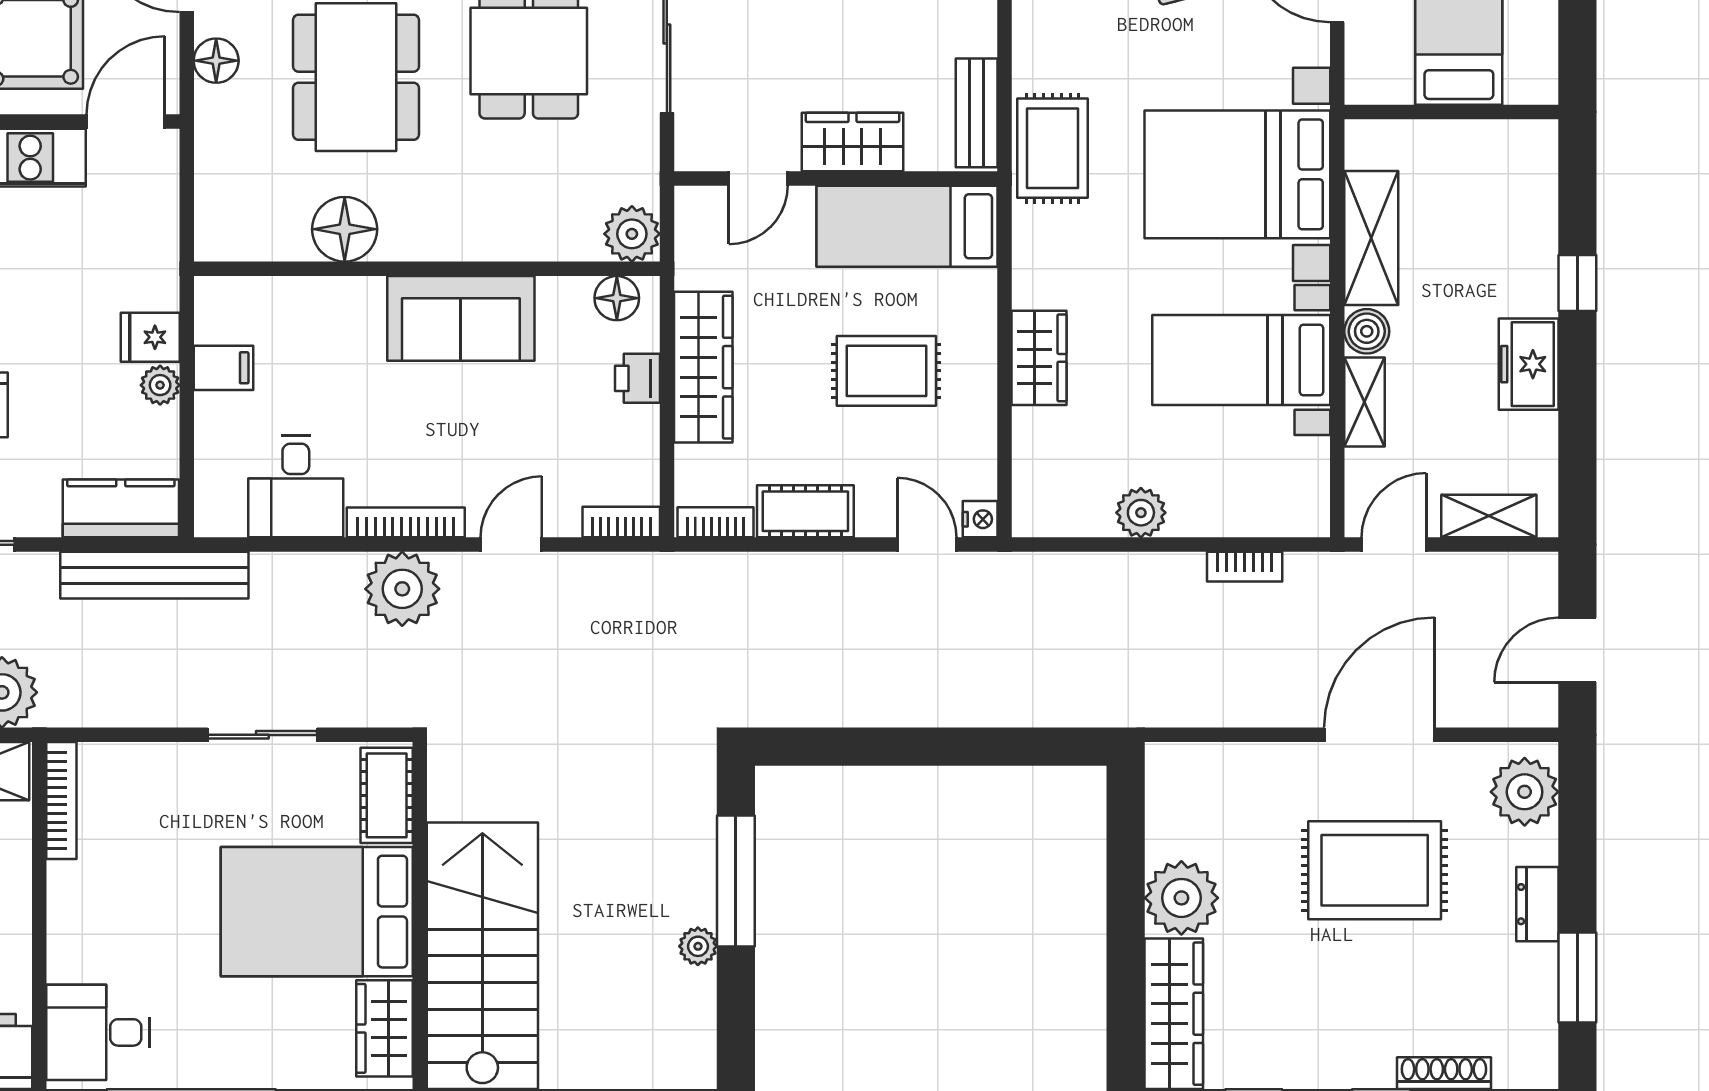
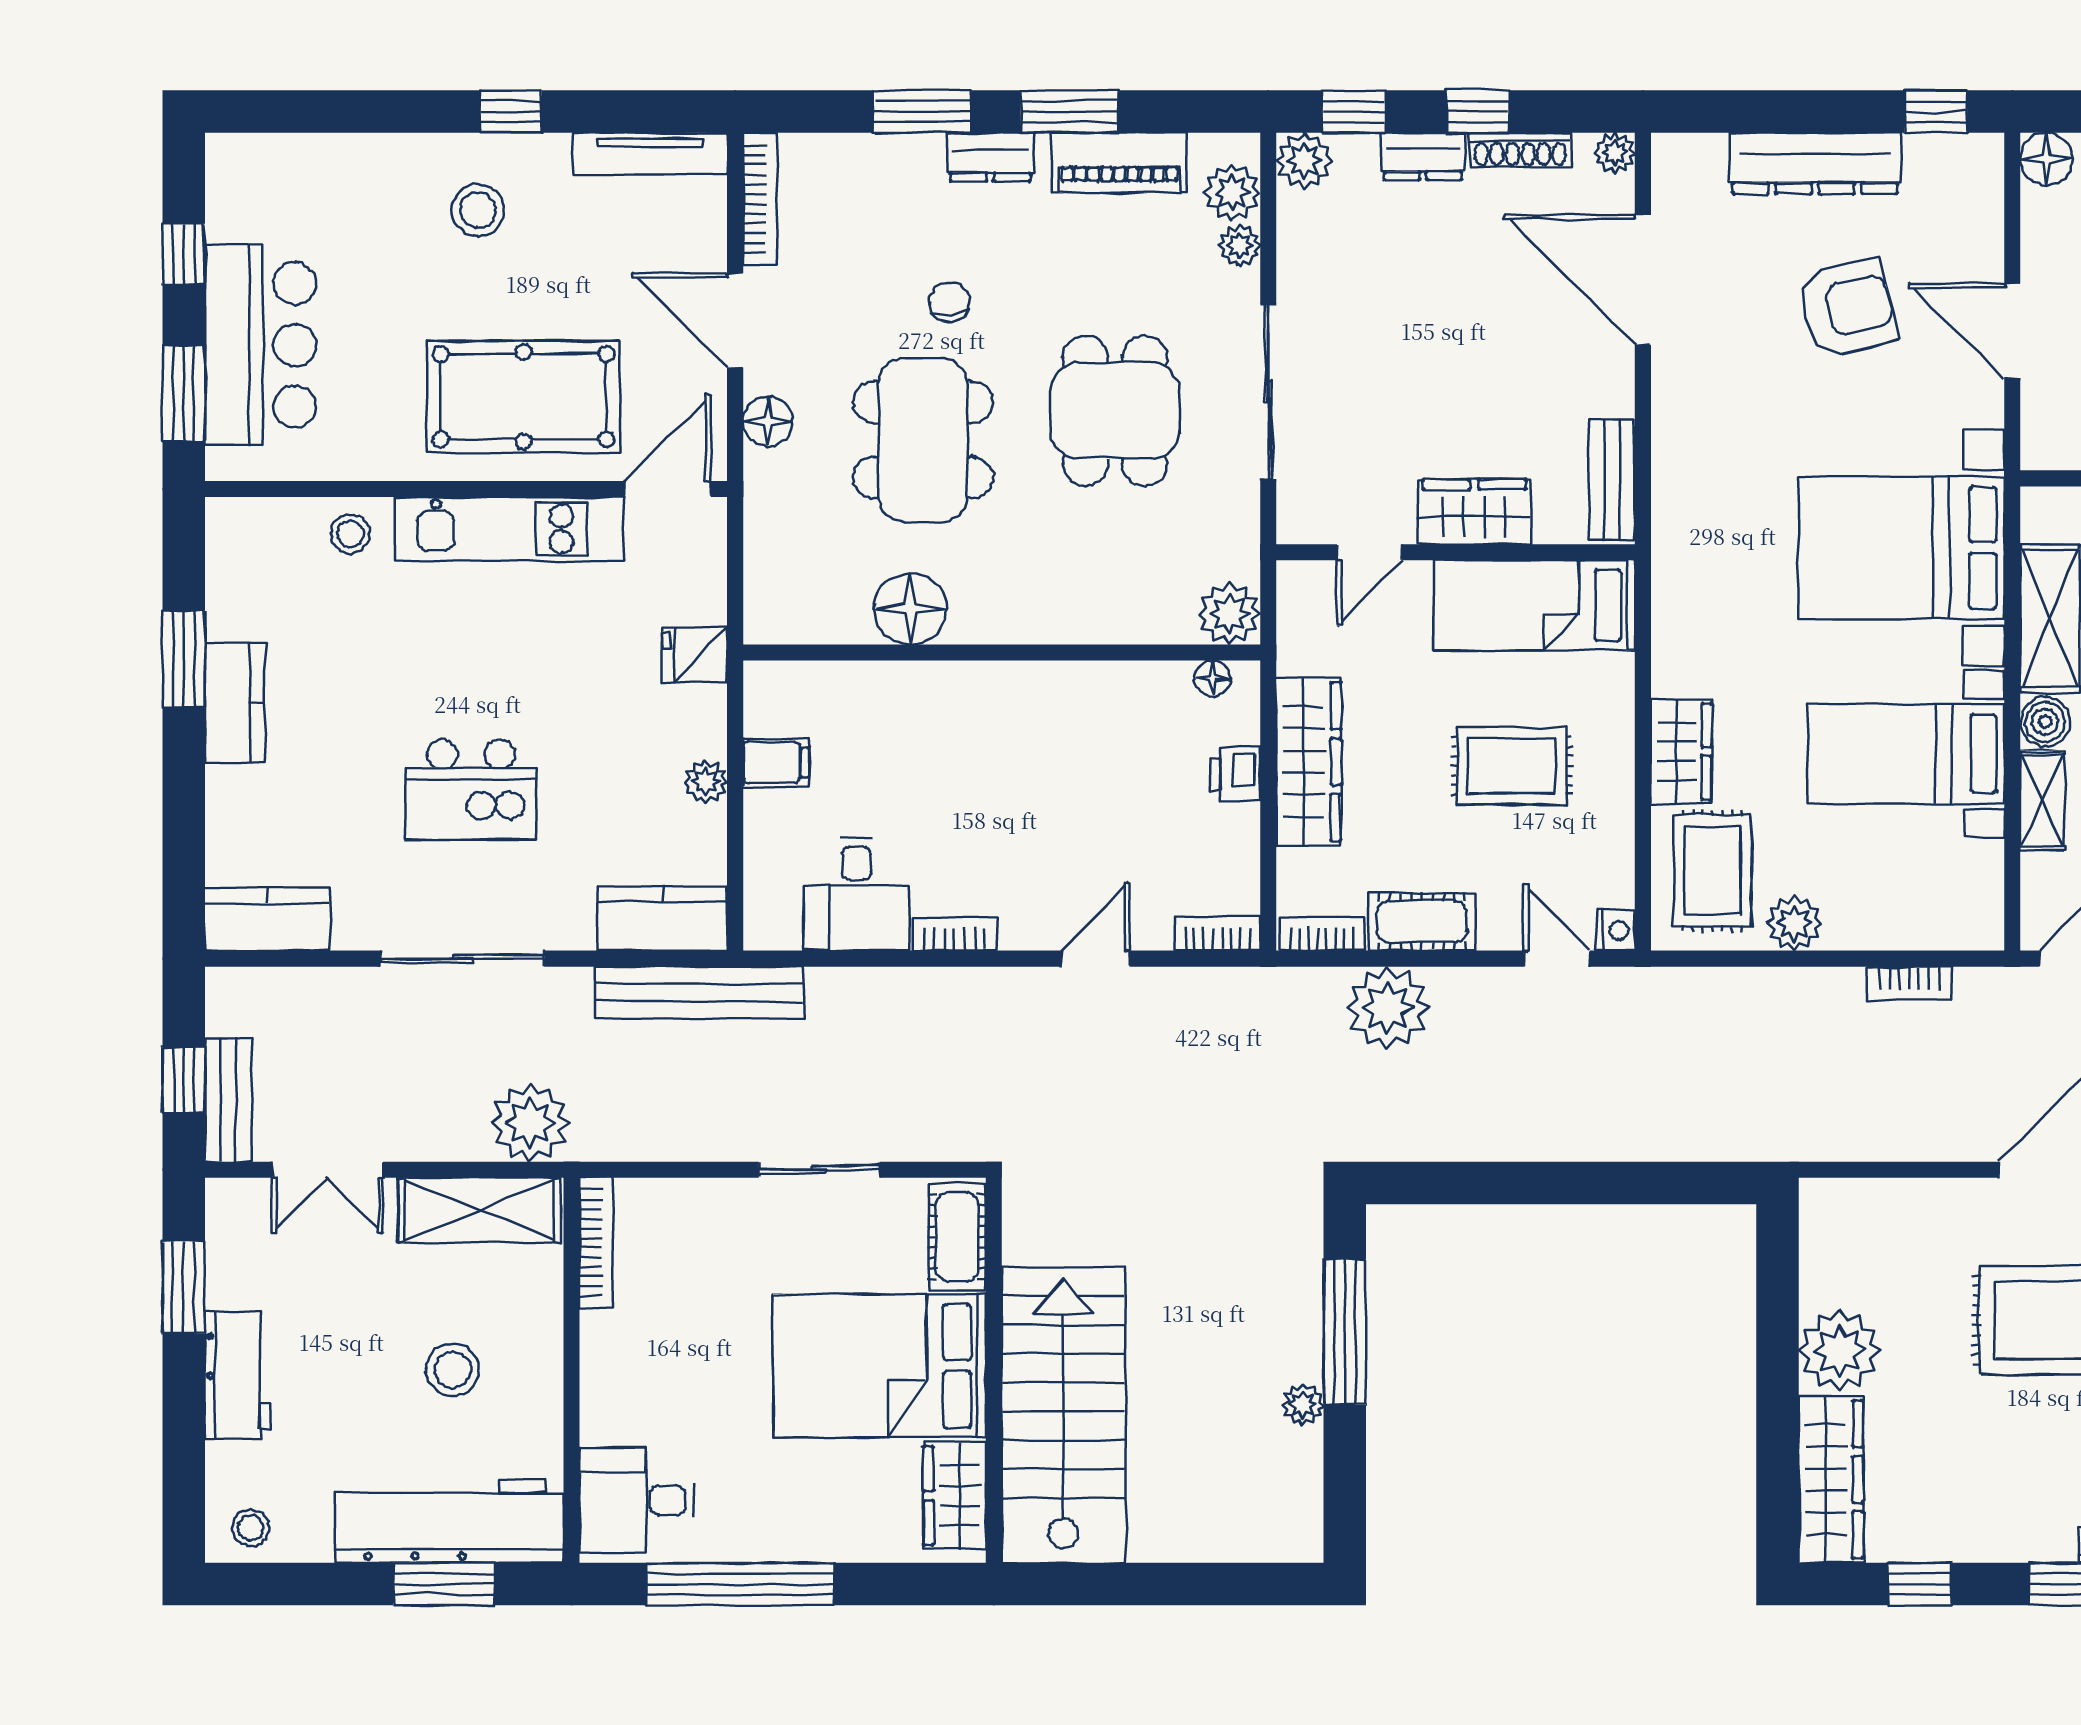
rug: (1052, 148) -> (1712, 871), moved
floor lamp: (617, 298) -> (1213, 678), width x0.73, depth x0.73
sofa: (461, 318) -> (1040, 708), removed
fridge: (150, 337) -> (695, 655), moved
bookcase: (406, 522) -> (955, 934), width x0.64
plant: (402, 589) -> (1388, 1008), moved

